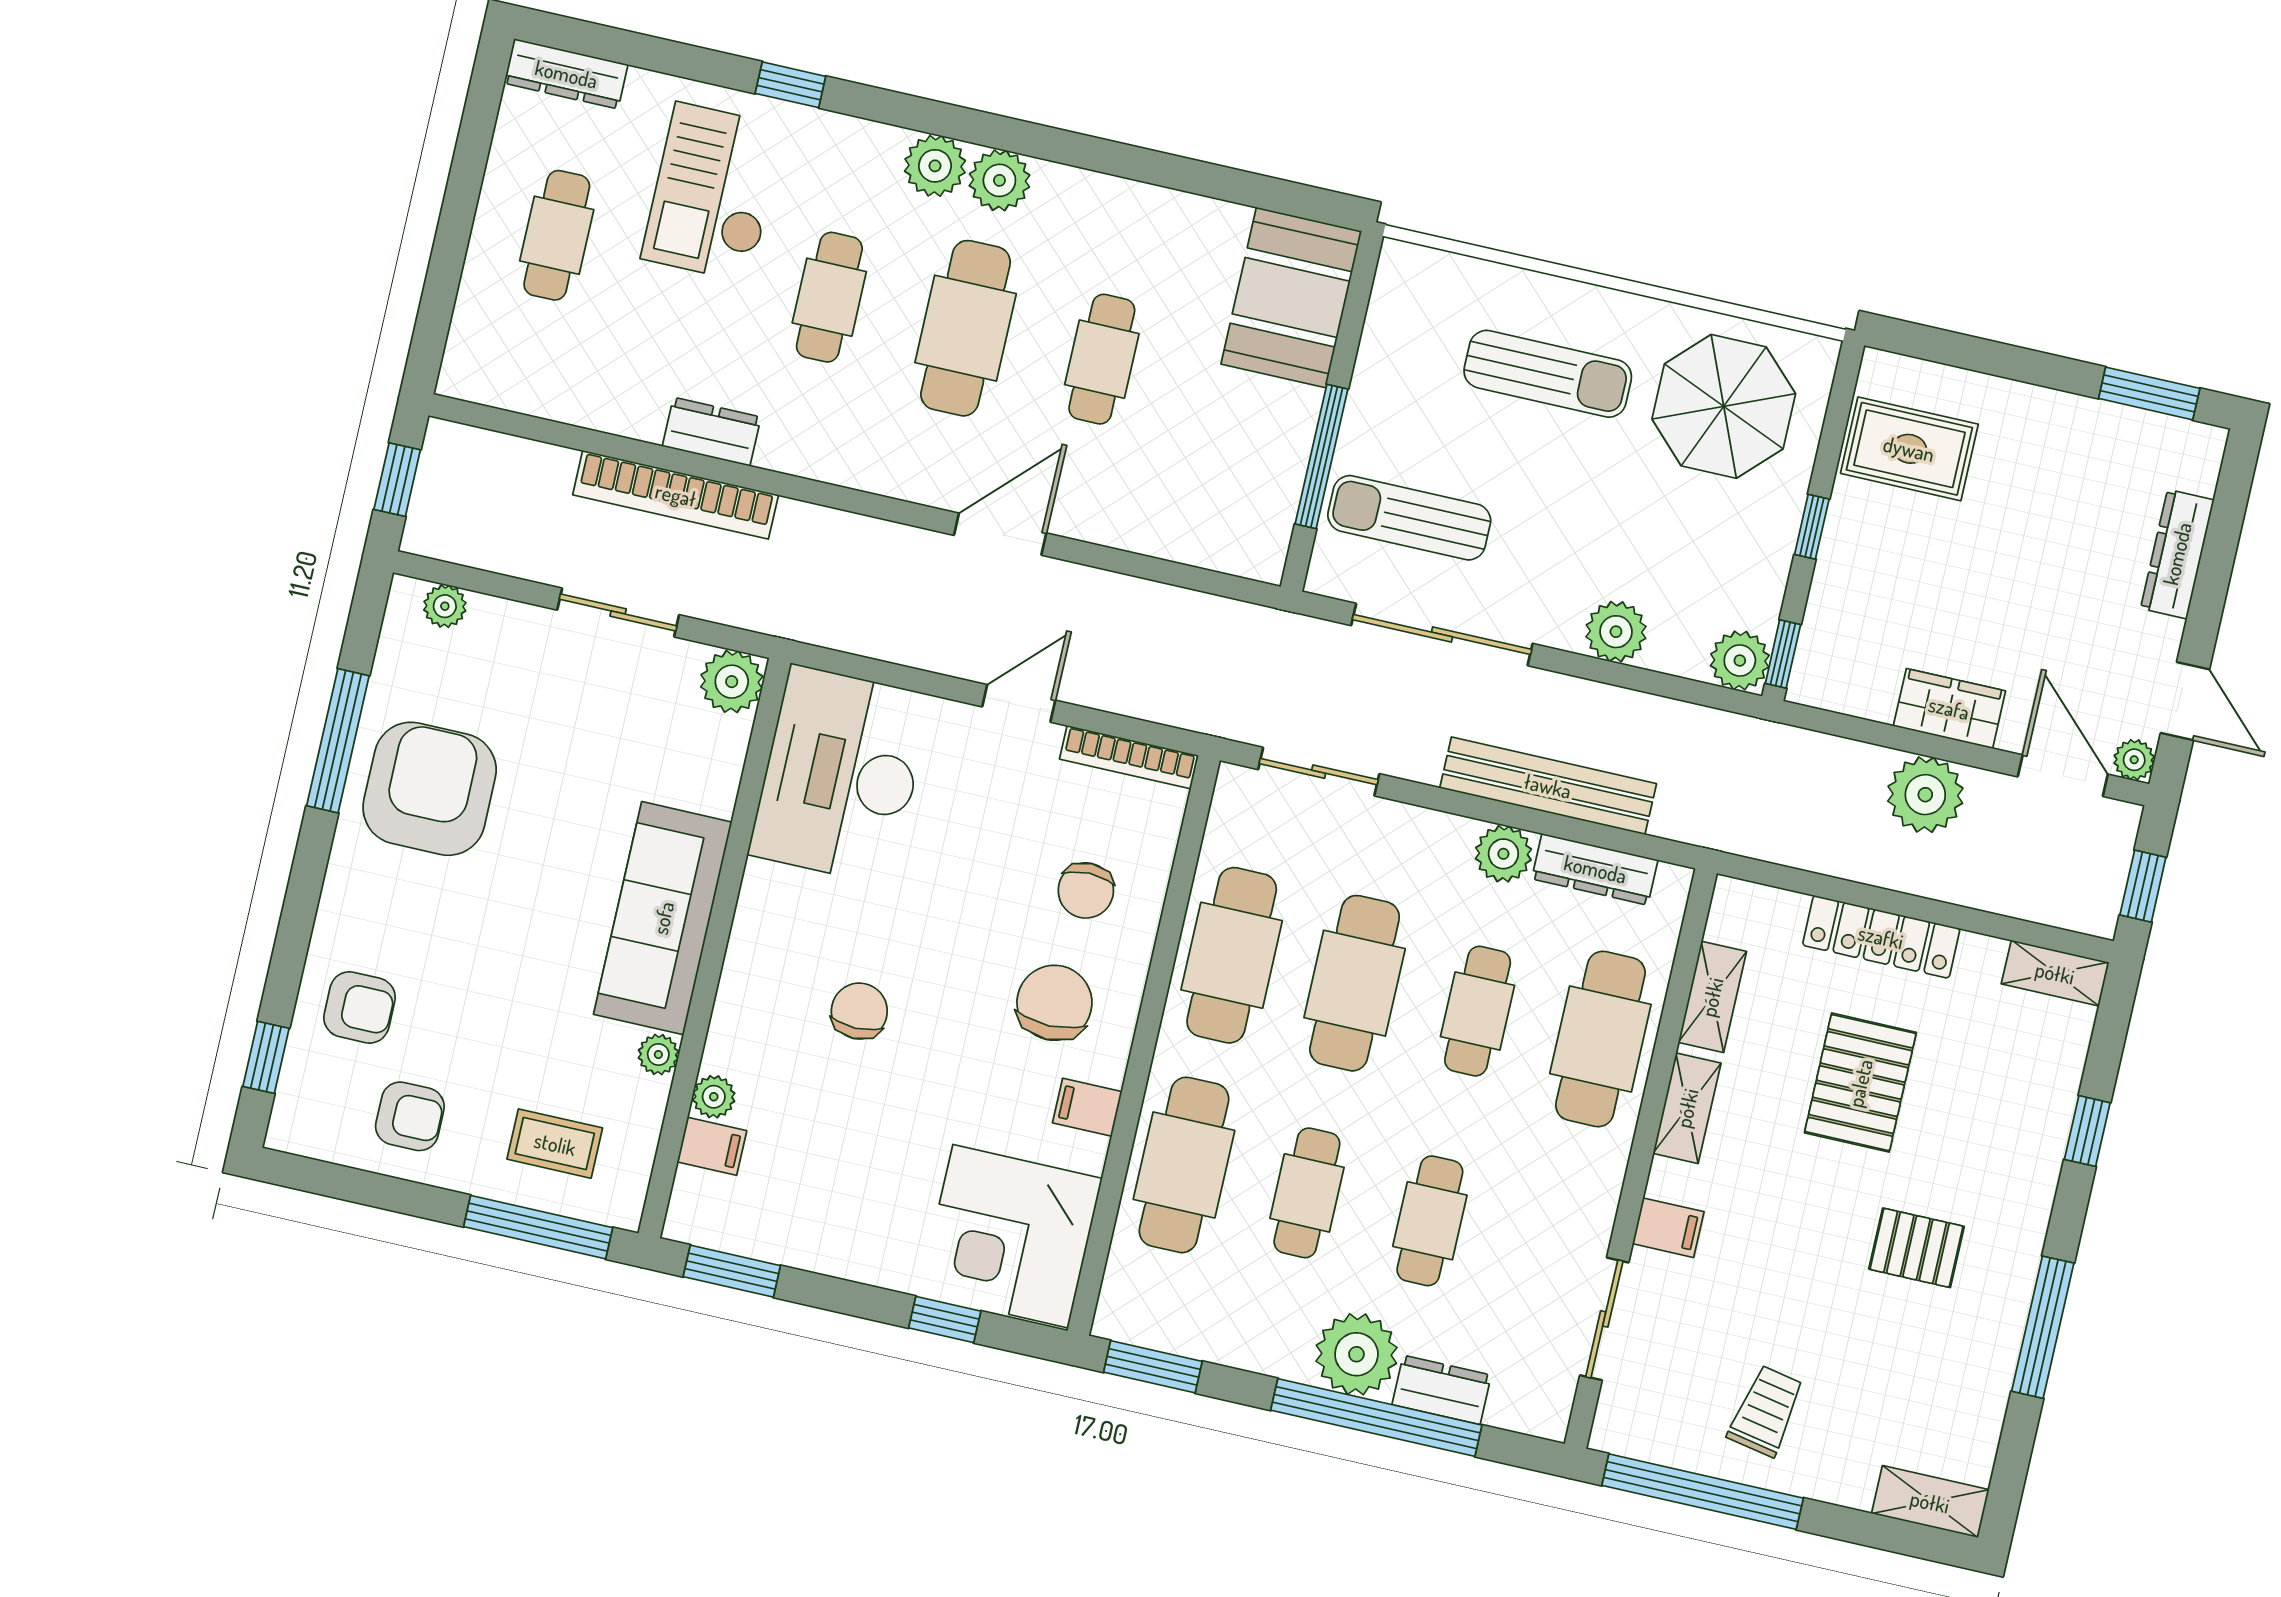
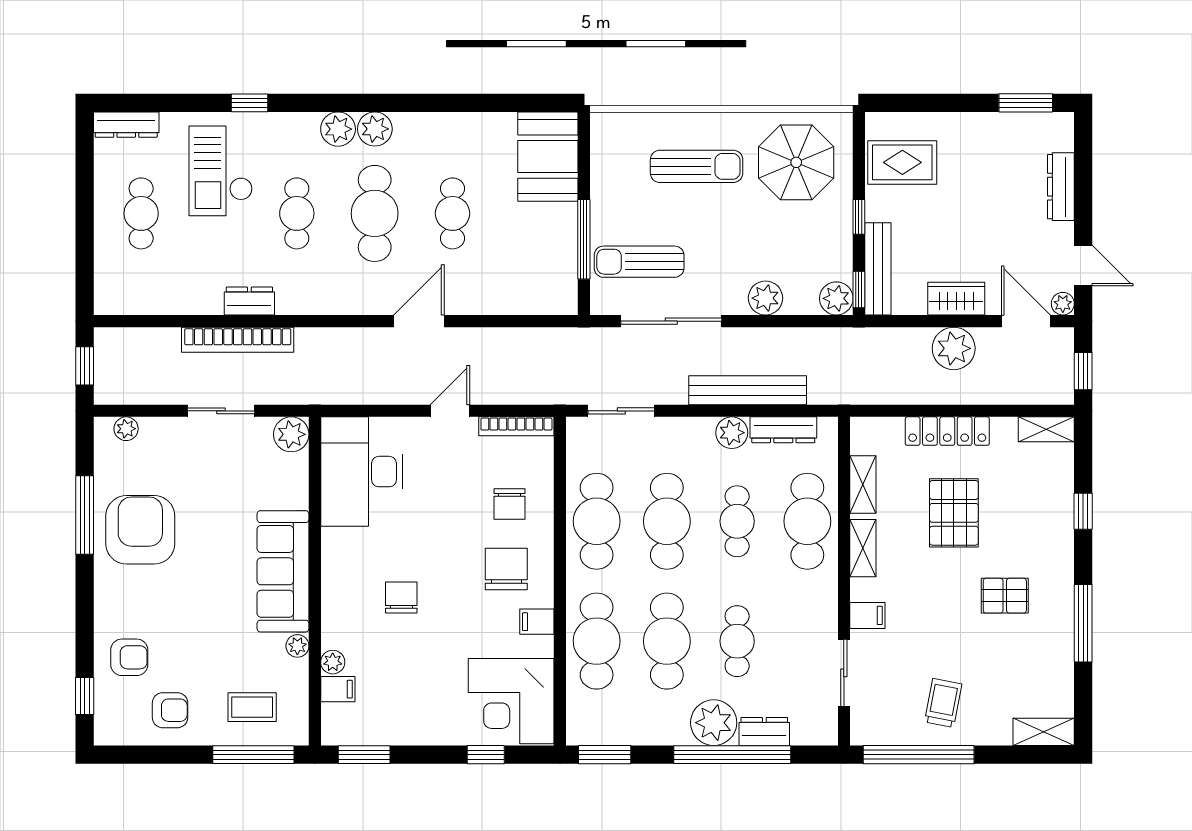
bench: (1824, 625) -> (878, 269), added
cafe table: (1307, 1193) -> (667, 641), width x1.37, depth x1.35

